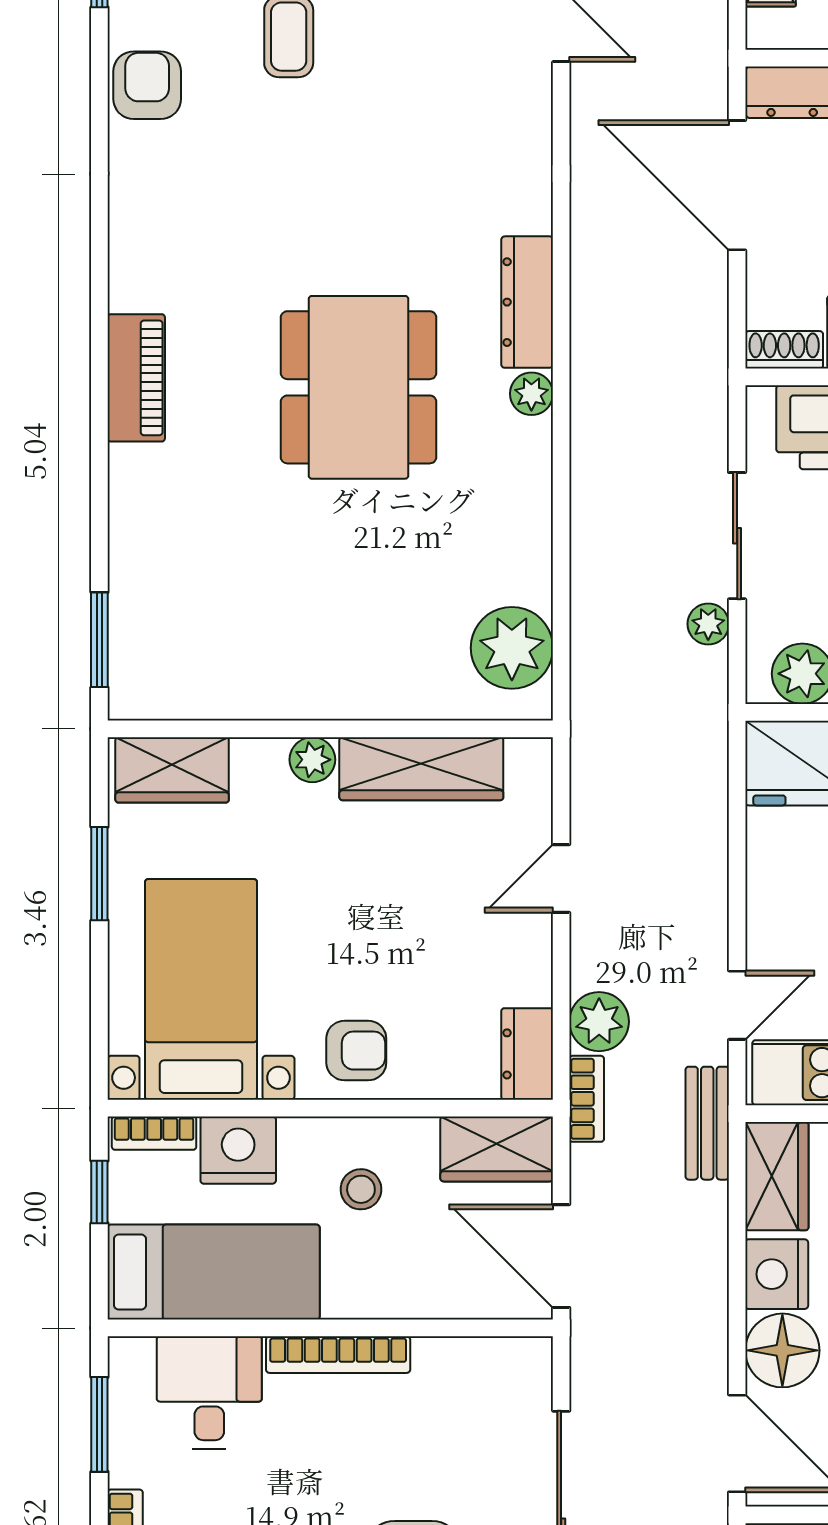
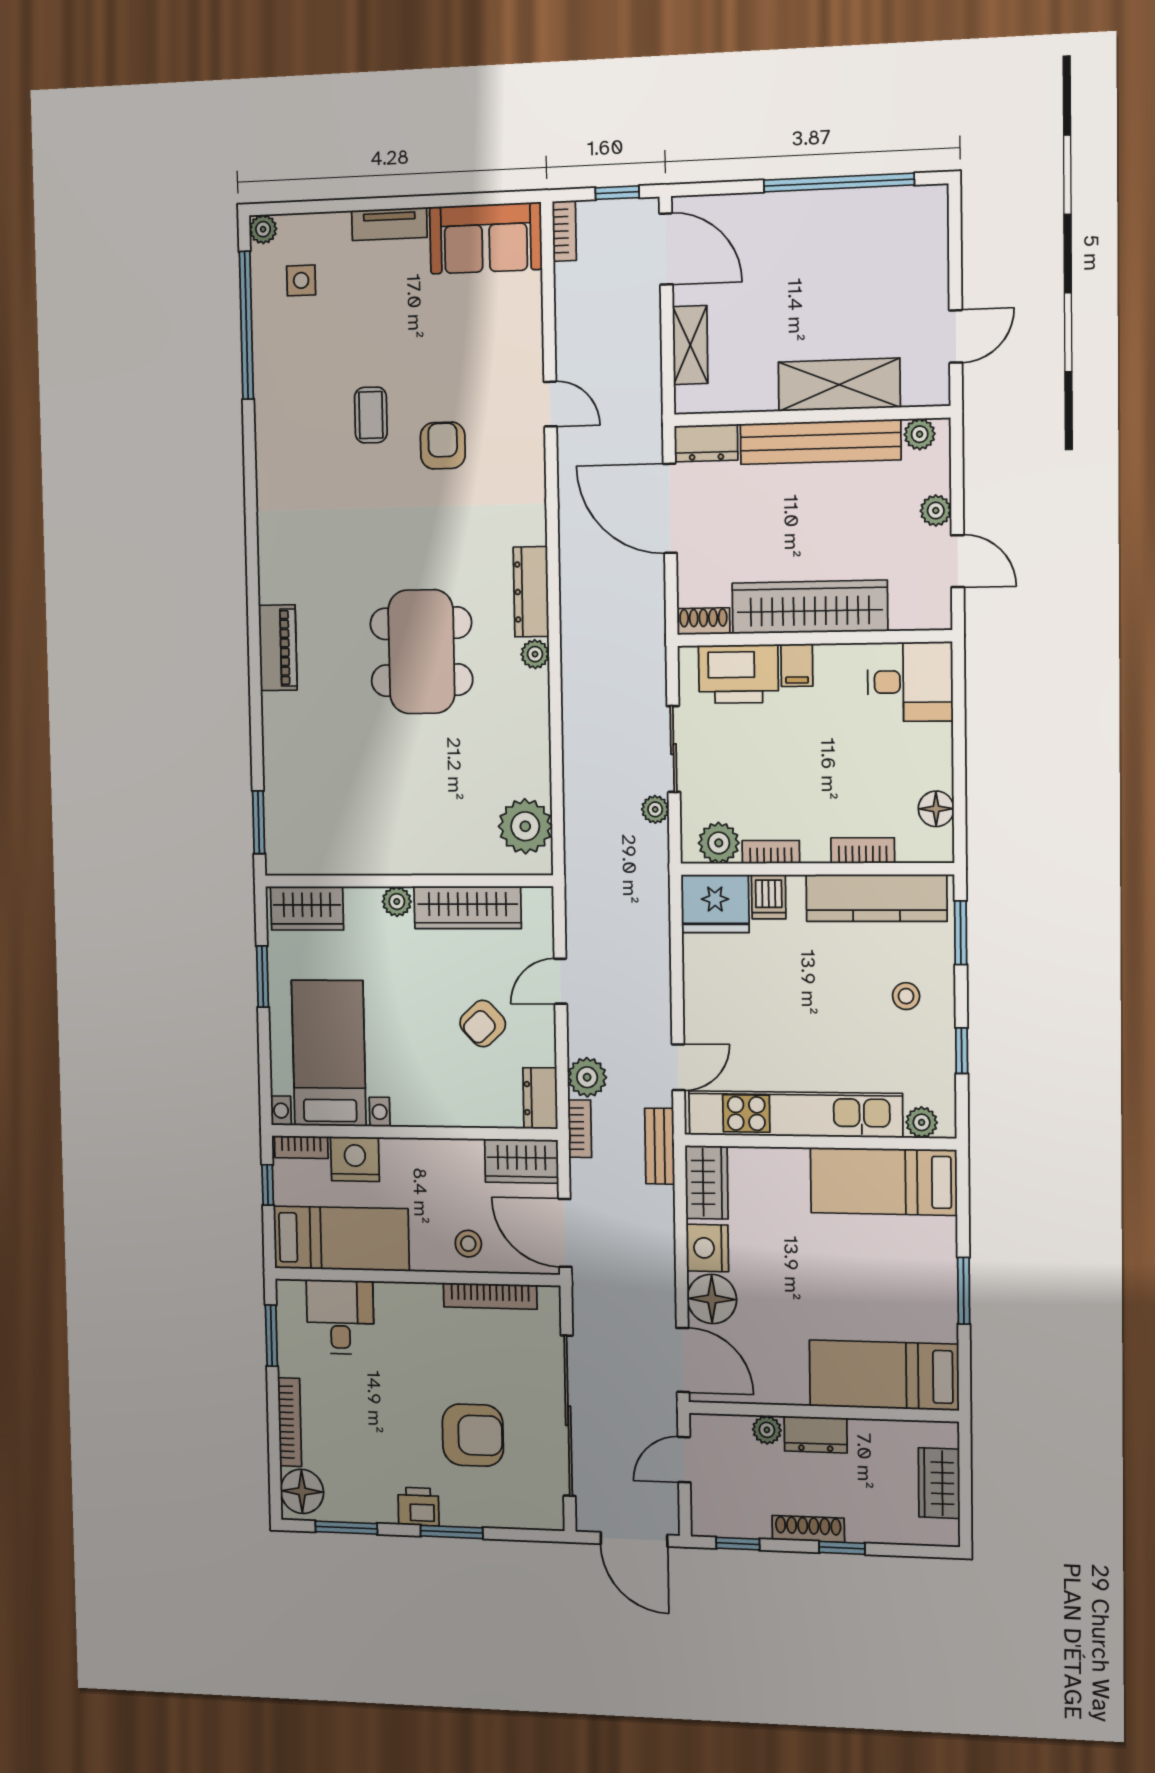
armchair: (147, 85) -> (443, 446), moved
armchair: (356, 1051) -> (483, 1024), moved, turned 137
stool: (361, 1189) -> (468, 1244), moved
bookcase: (338, 1355) -> (490, 1296), moved

